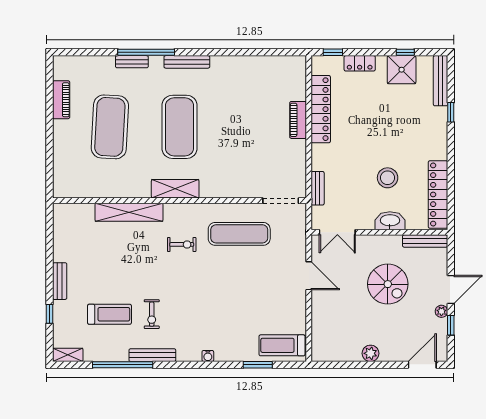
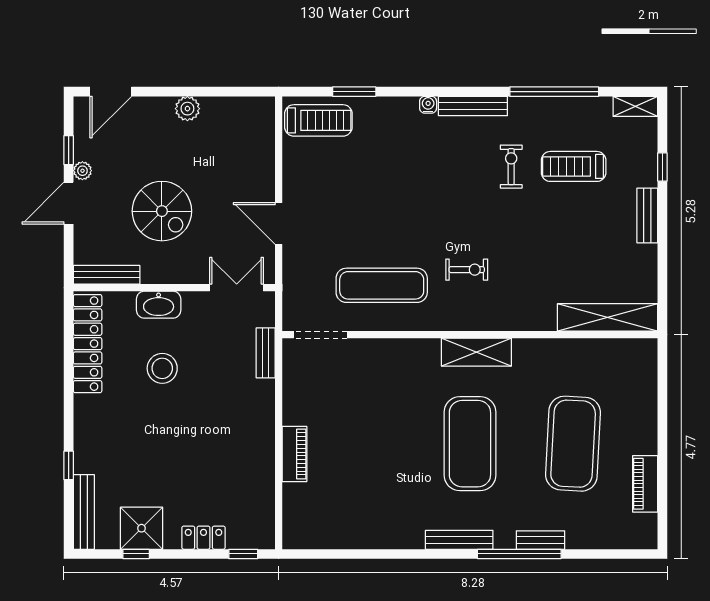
locker: (321, 109) -> (261, 470), removed
shelving: (129, 212) -> (608, 317), moved
exercise bike: (182, 244) -> (467, 270), turned 180
spiral stairs: (388, 284) -> (162, 211), turned 180
bench: (152, 355) -> (473, 106), moved

